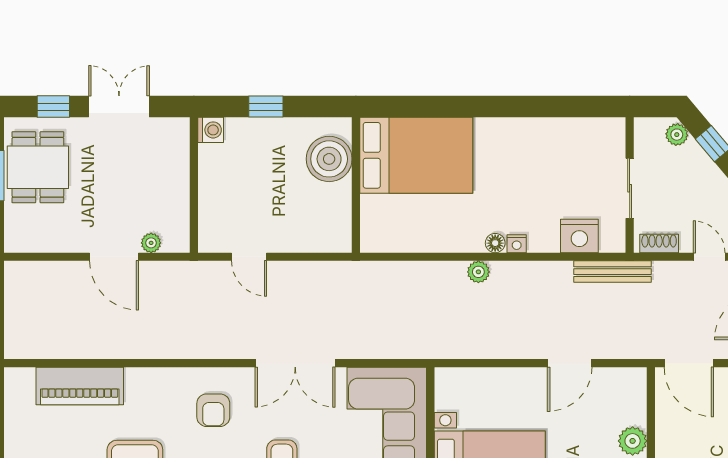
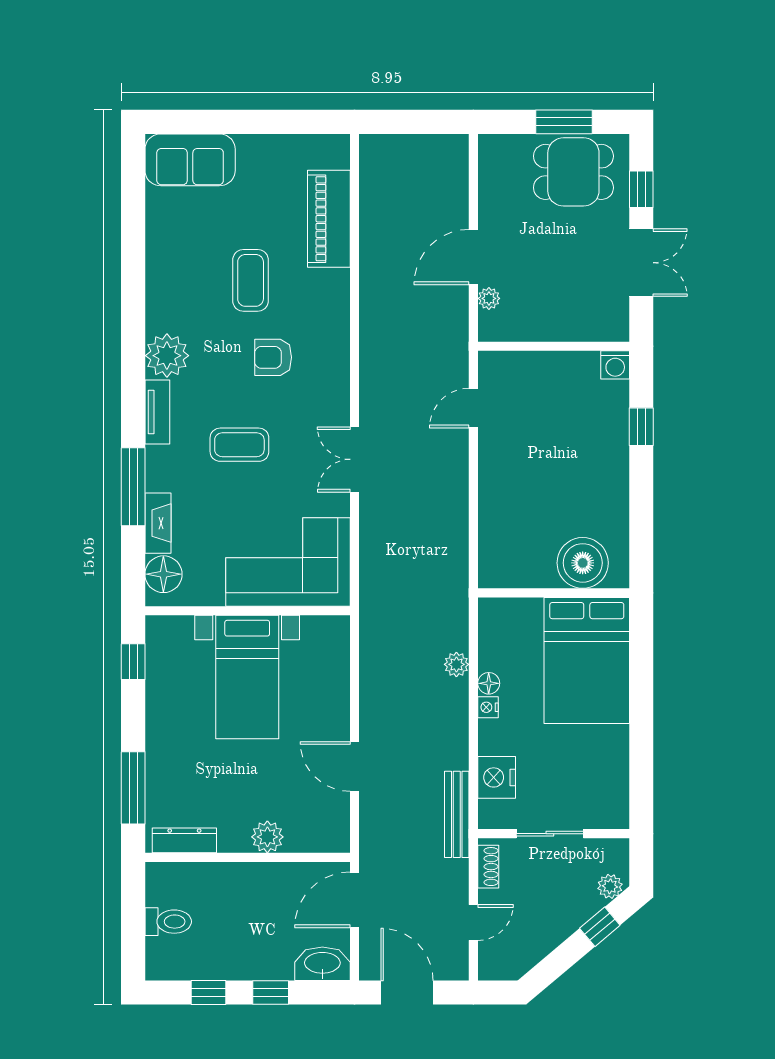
bed: (416, 155) -> (587, 660), moved
boiler: (329, 159) -> (583, 563), moved
wall: (356, 185) -> (554, 593), moved
double door: (295, 363) -> (355, 459), width x0.73
armchair: (213, 410) -> (273, 357), moved

